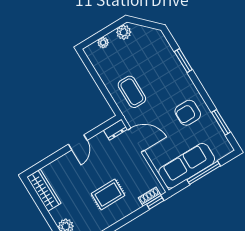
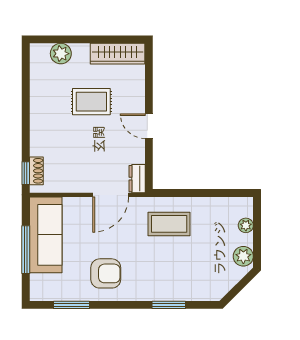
armchair: (188, 113) -> (106, 273), turned 90
rug: (108, 195) -> (91, 102), moved, turned 90

